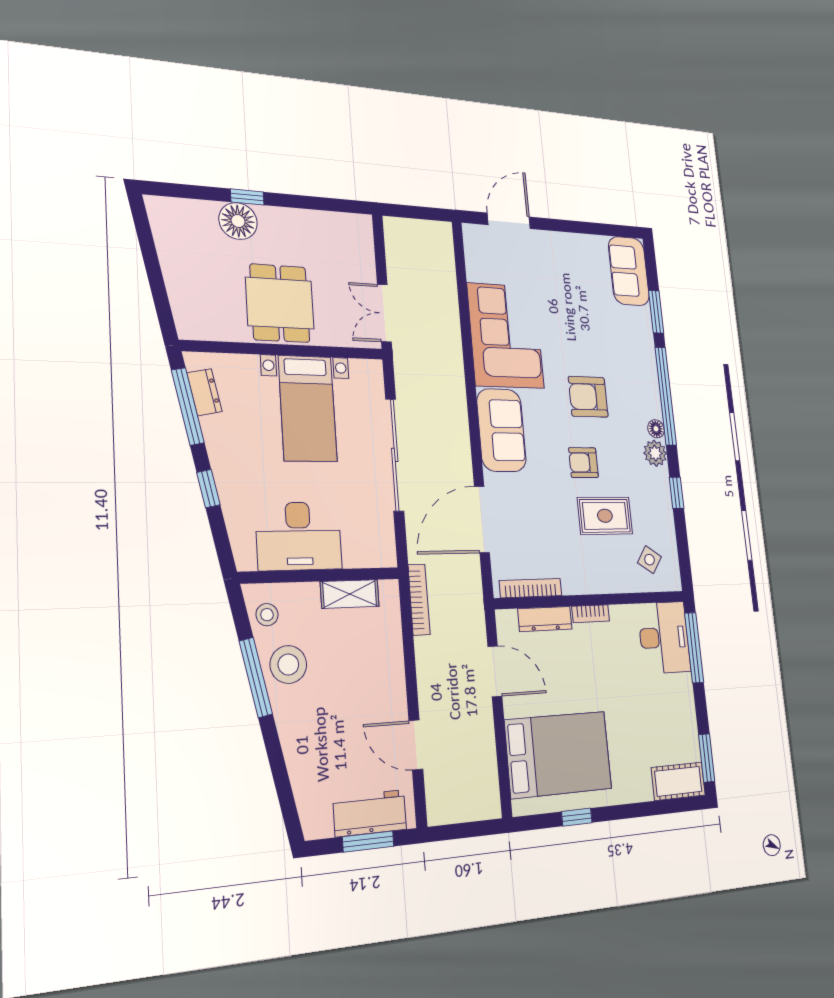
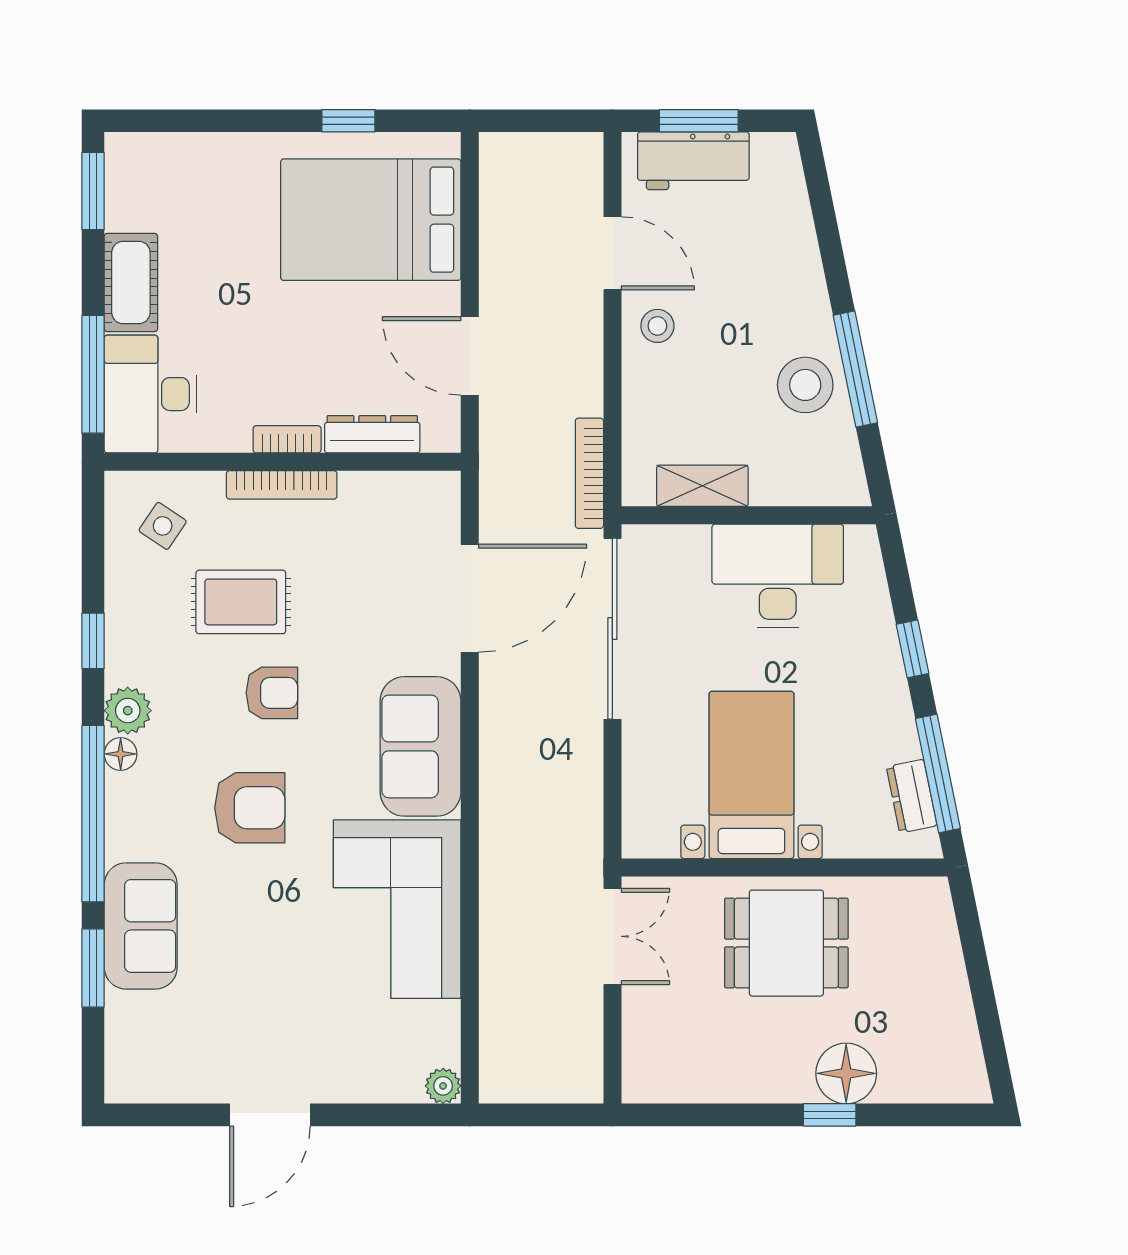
door: (509, 221) -> (270, 1115), moved
plant: (472, 234) -> (443, 1086), added
sofa: (629, 271) -> (141, 926), moved
dining table: (280, 303) -> (786, 943), turned 90
sliding door: (395, 455) -> (612, 629), moved
bookcase: (531, 588) -> (282, 485), moved
stool: (267, 615) -> (657, 326), moved
cot: (678, 781) -> (131, 283), moved, turned 90

